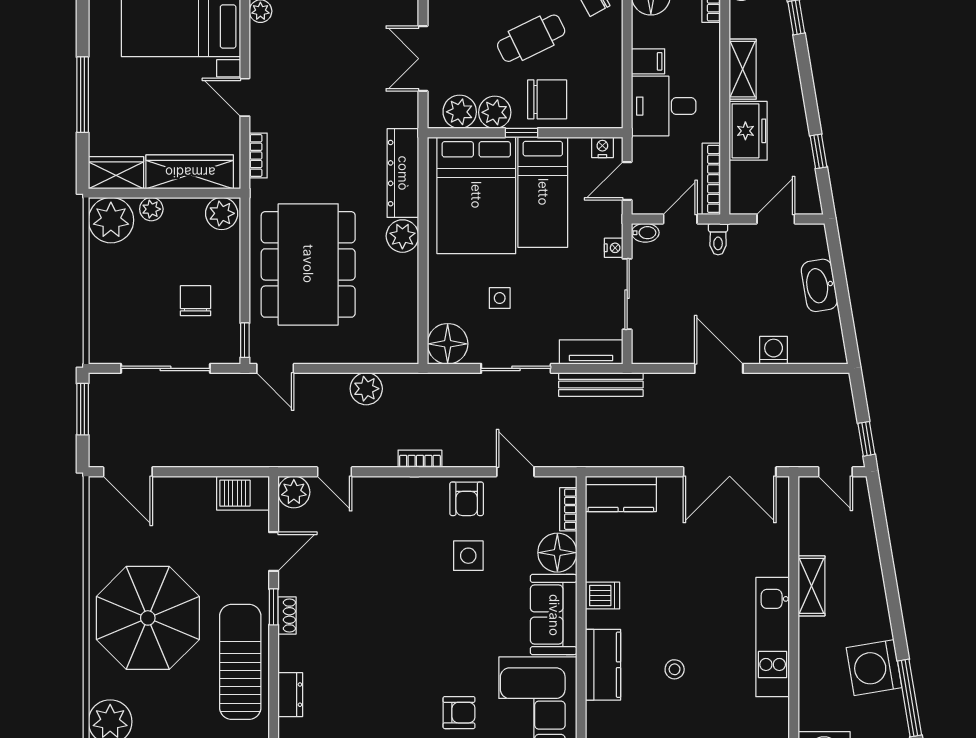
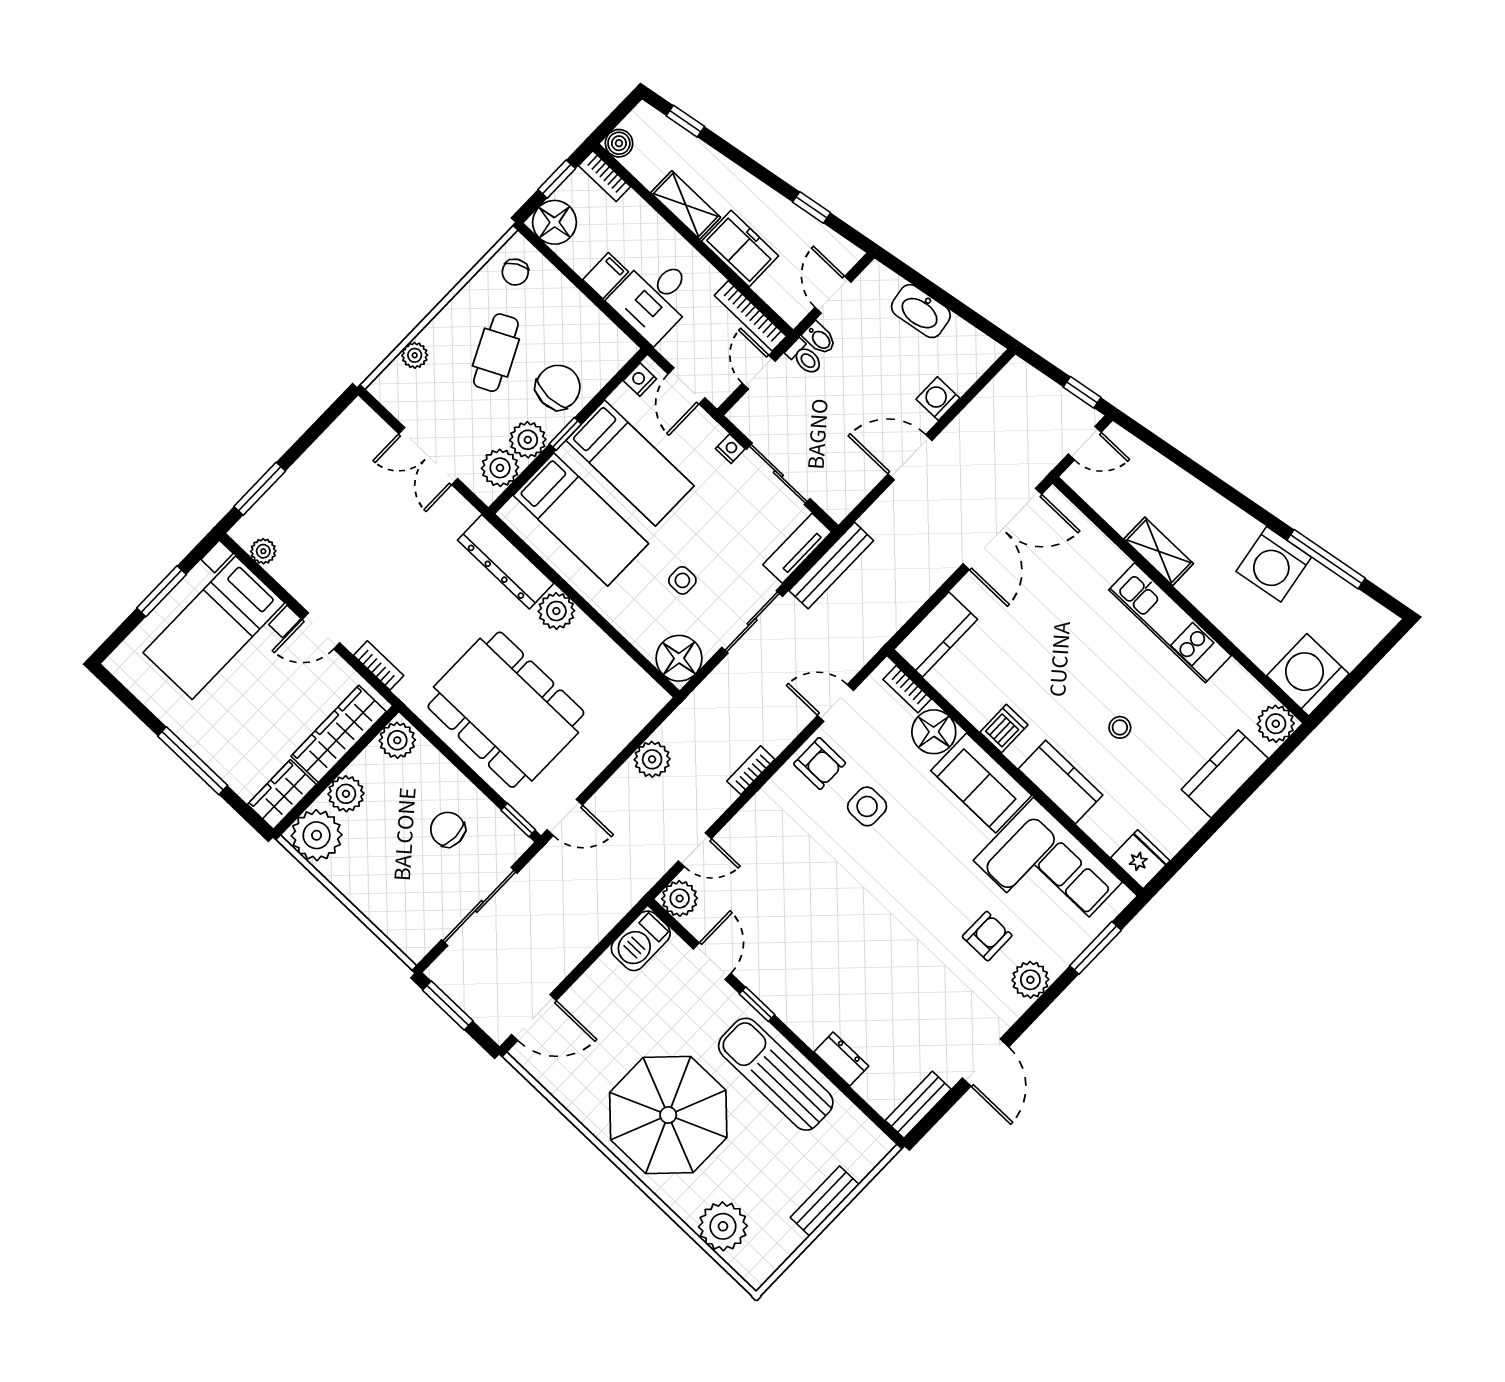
bed: (476, 195) -> (581, 519), width x0.67
plant: (151, 209) -> (346, 794), width x1.38, depth x1.38
bidet: (645, 233) -> (820, 338), moved, turned 90
shoe rack: (287, 615) -> (775, 1000), removed

